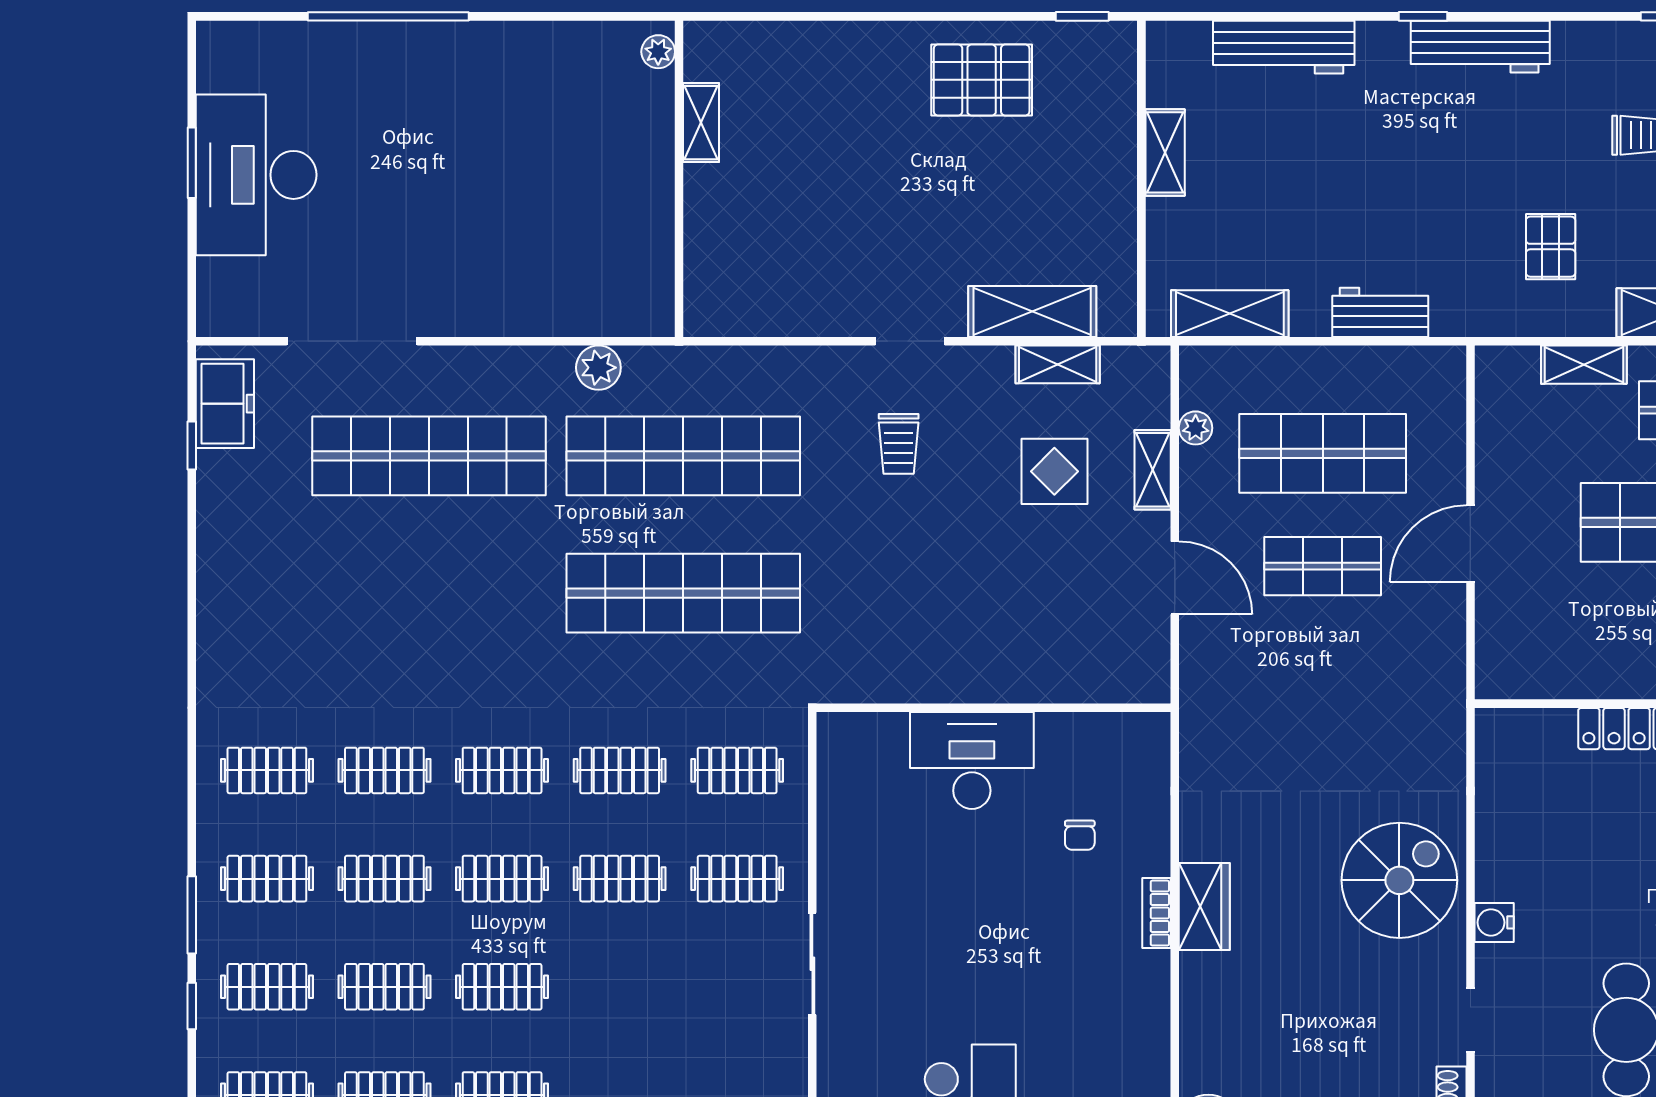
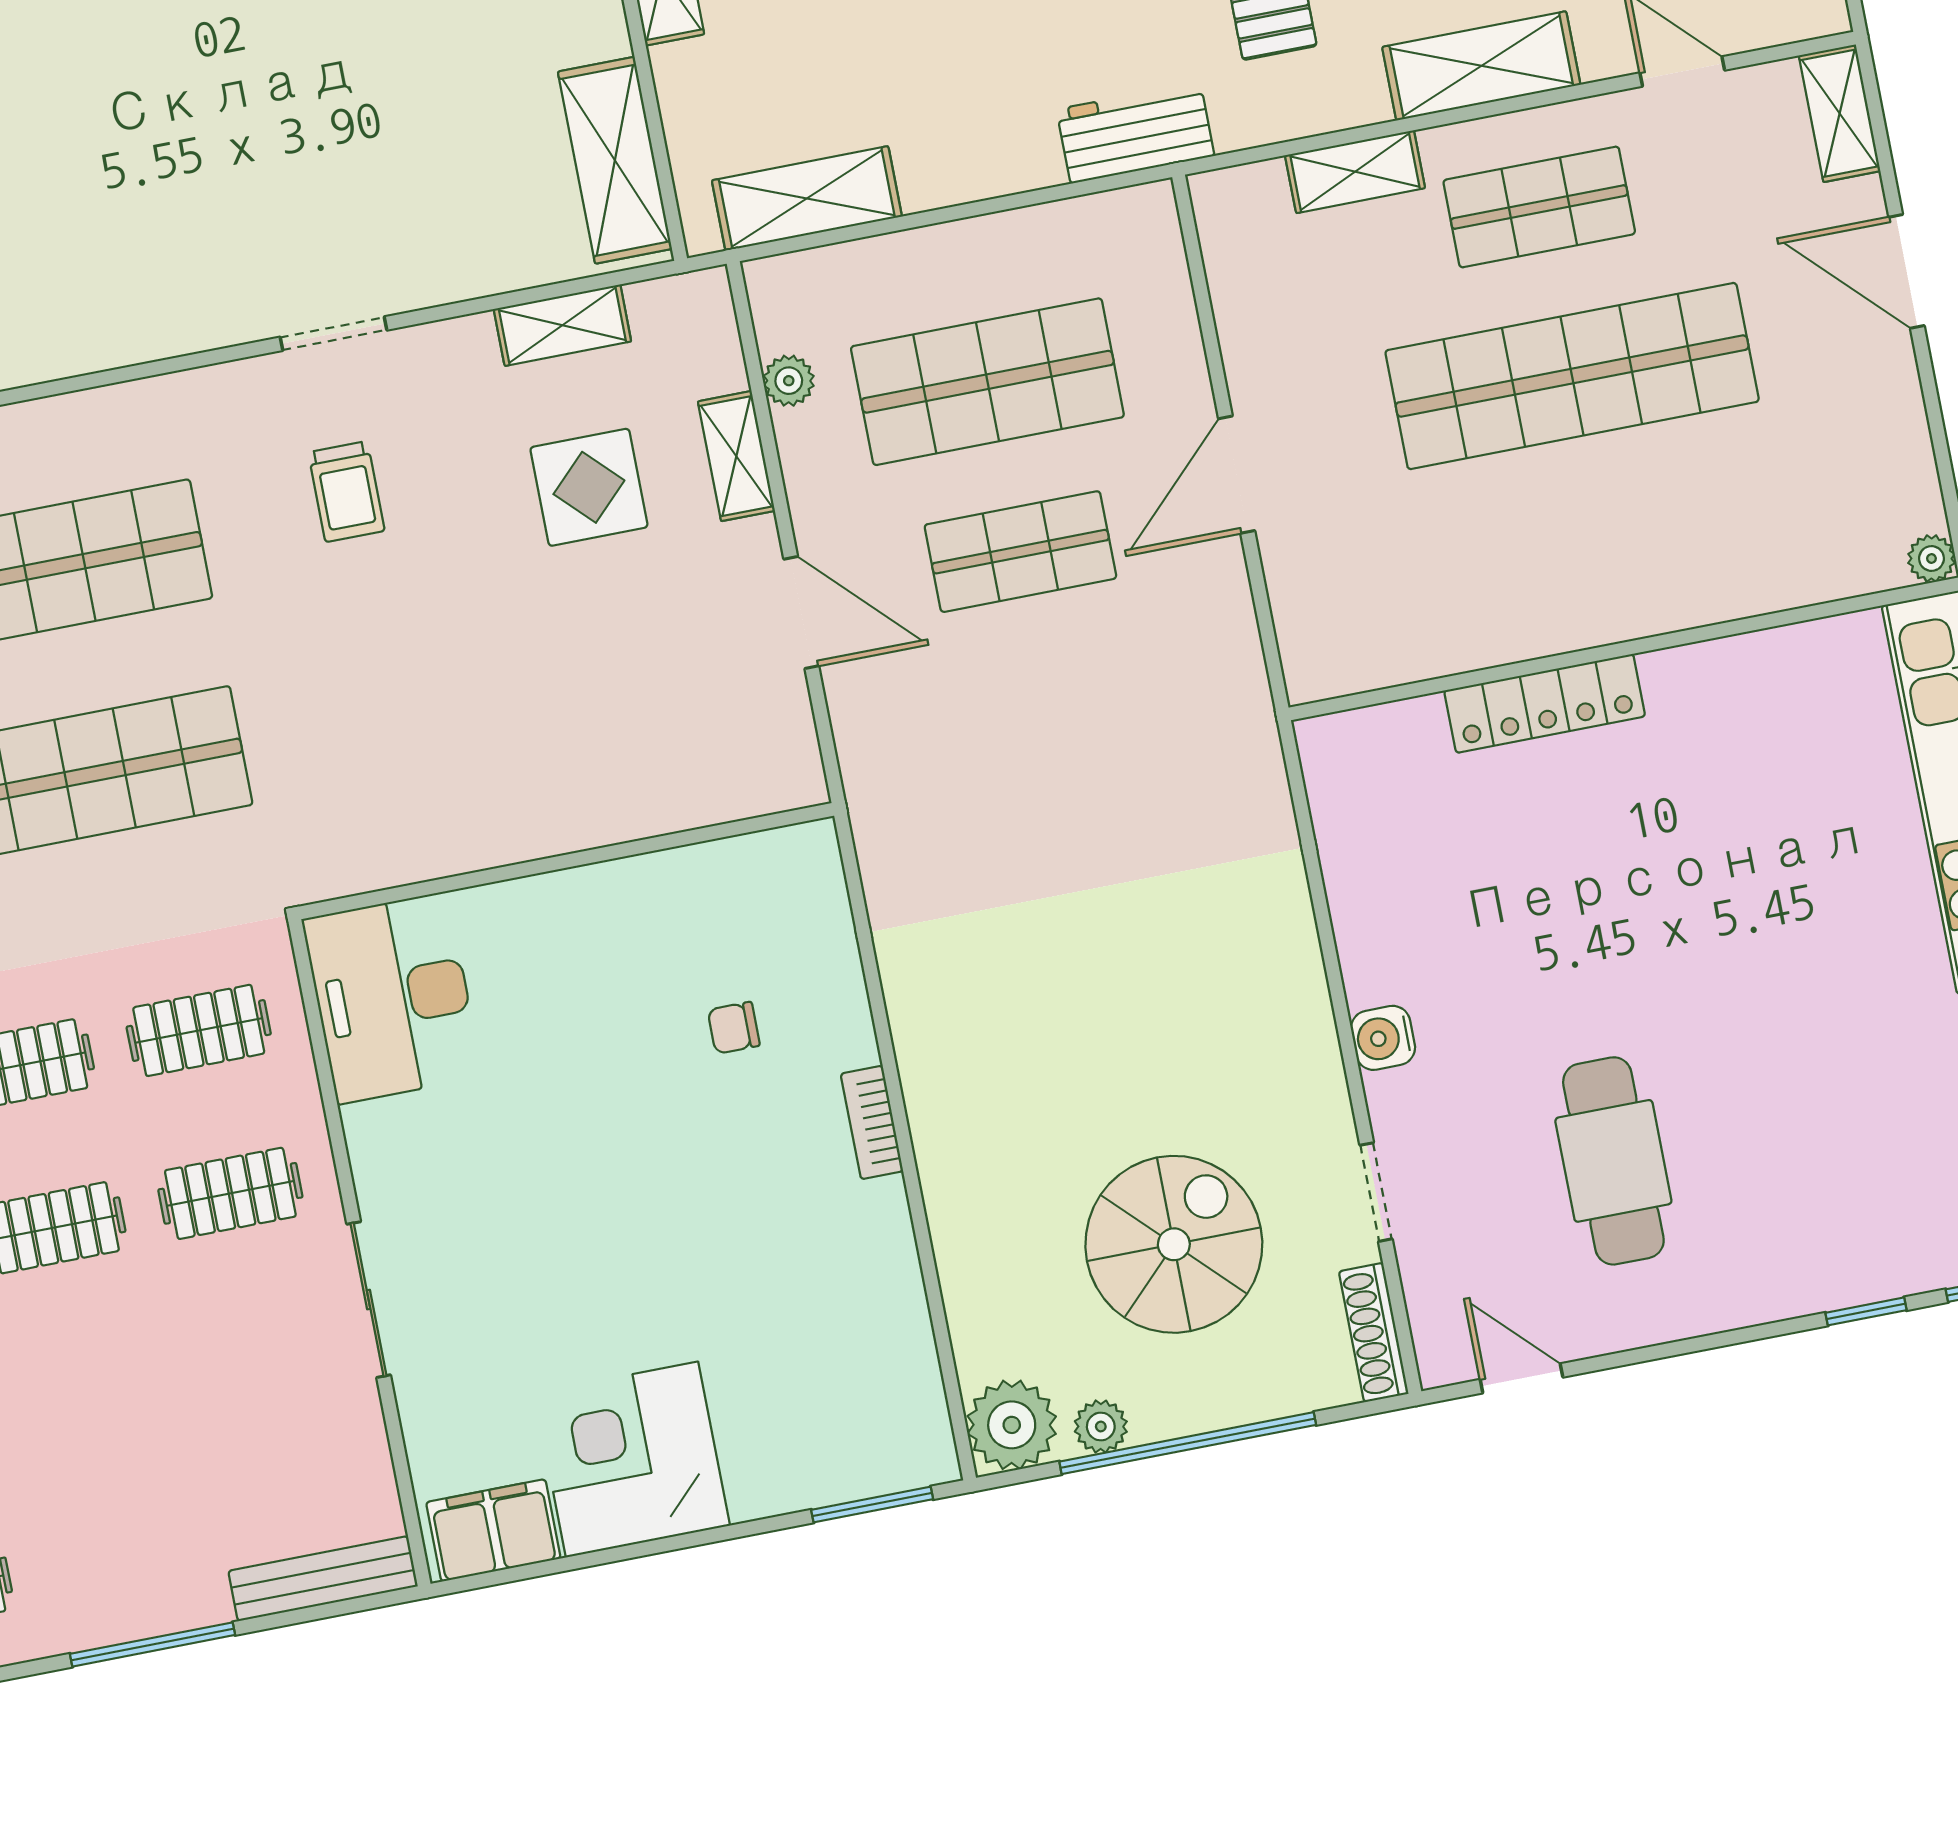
shelving: (1032, 312) -> (615, 160), moved, turned 90
workbench: (1380, 312) -> (1135, 133), moved
desk: (972, 760) -> (392, 998), moved, turned -90
chair: (1080, 835) -> (734, 1028), turned 90
spiral stairs: (1399, 880) -> (1174, 1244), moved
wardrobe: (1204, 906) -> (942, 1099), removed

